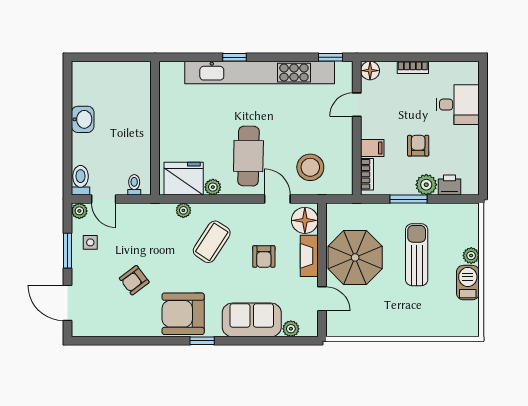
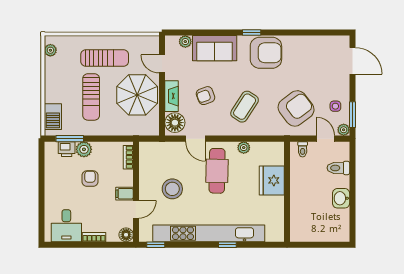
desk: (458, 105) -> (66, 226), moved, turned -90
armchair: (418, 146) -> (90, 179), turned 180
filing cabinet: (372, 148) -> (124, 194), moved
stool: (310, 167) -> (172, 189), moved
fridge: (184, 179) -> (272, 180), moved, turned 90
toilet: (81, 180) -> (338, 168), moved, turned 90
window: (408, 199) -> (70, 139), moved
plant: (183, 210) -> (266, 130), removed
window: (68, 251) -> (352, 115), moved
armchair: (264, 256) -> (206, 96), turned -110
plant: (471, 256) -> (50, 50), moved
armchair: (134, 280) -> (296, 108), moved, width x1.88, depth x1.88
barbecue: (468, 283) -> (53, 117), moved
sun lounger: (399, 307) -> (105, 58), added

